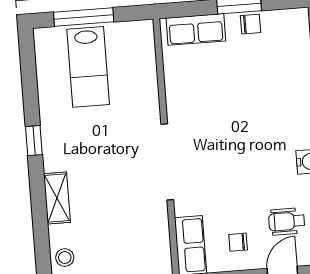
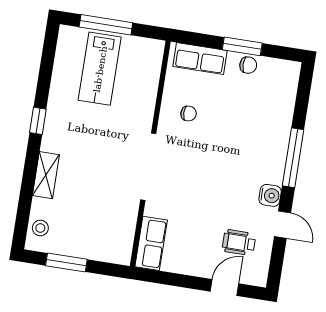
chair: (238, 242) -> (189, 114), moved, turned 180

